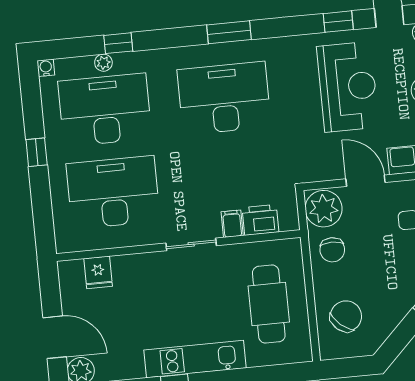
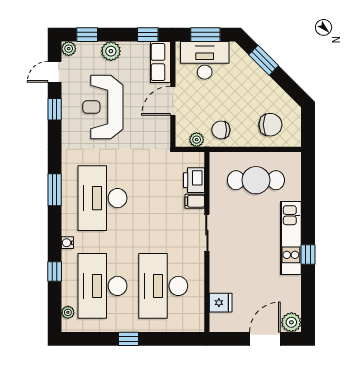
plant: (103, 63) -> (68, 312), moved
water cooler: (46, 68) -> (67, 243), moved
reception desk: (348, 87) -> (103, 107), turned -90
plant: (324, 209) -> (197, 140), width x0.53, depth x0.53
chair: (332, 250) -> (221, 130), turned 180
chair: (346, 316) -> (270, 125), turned 139

